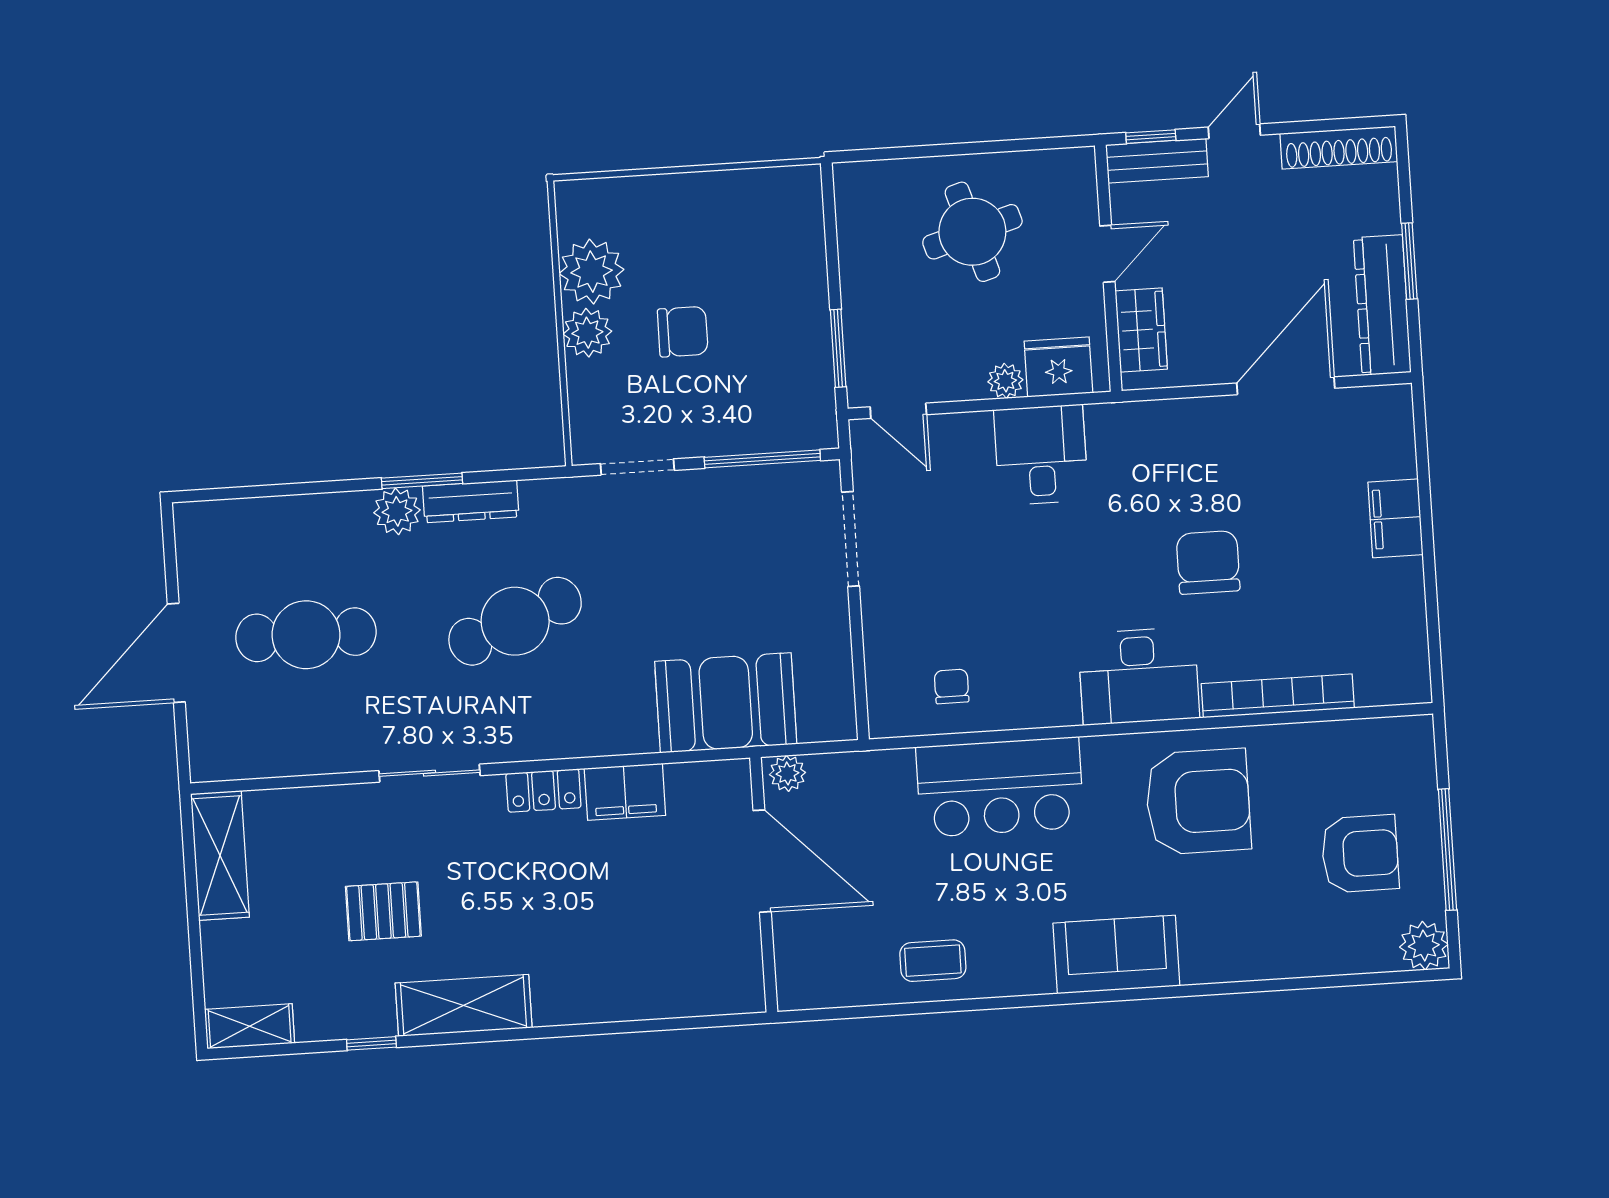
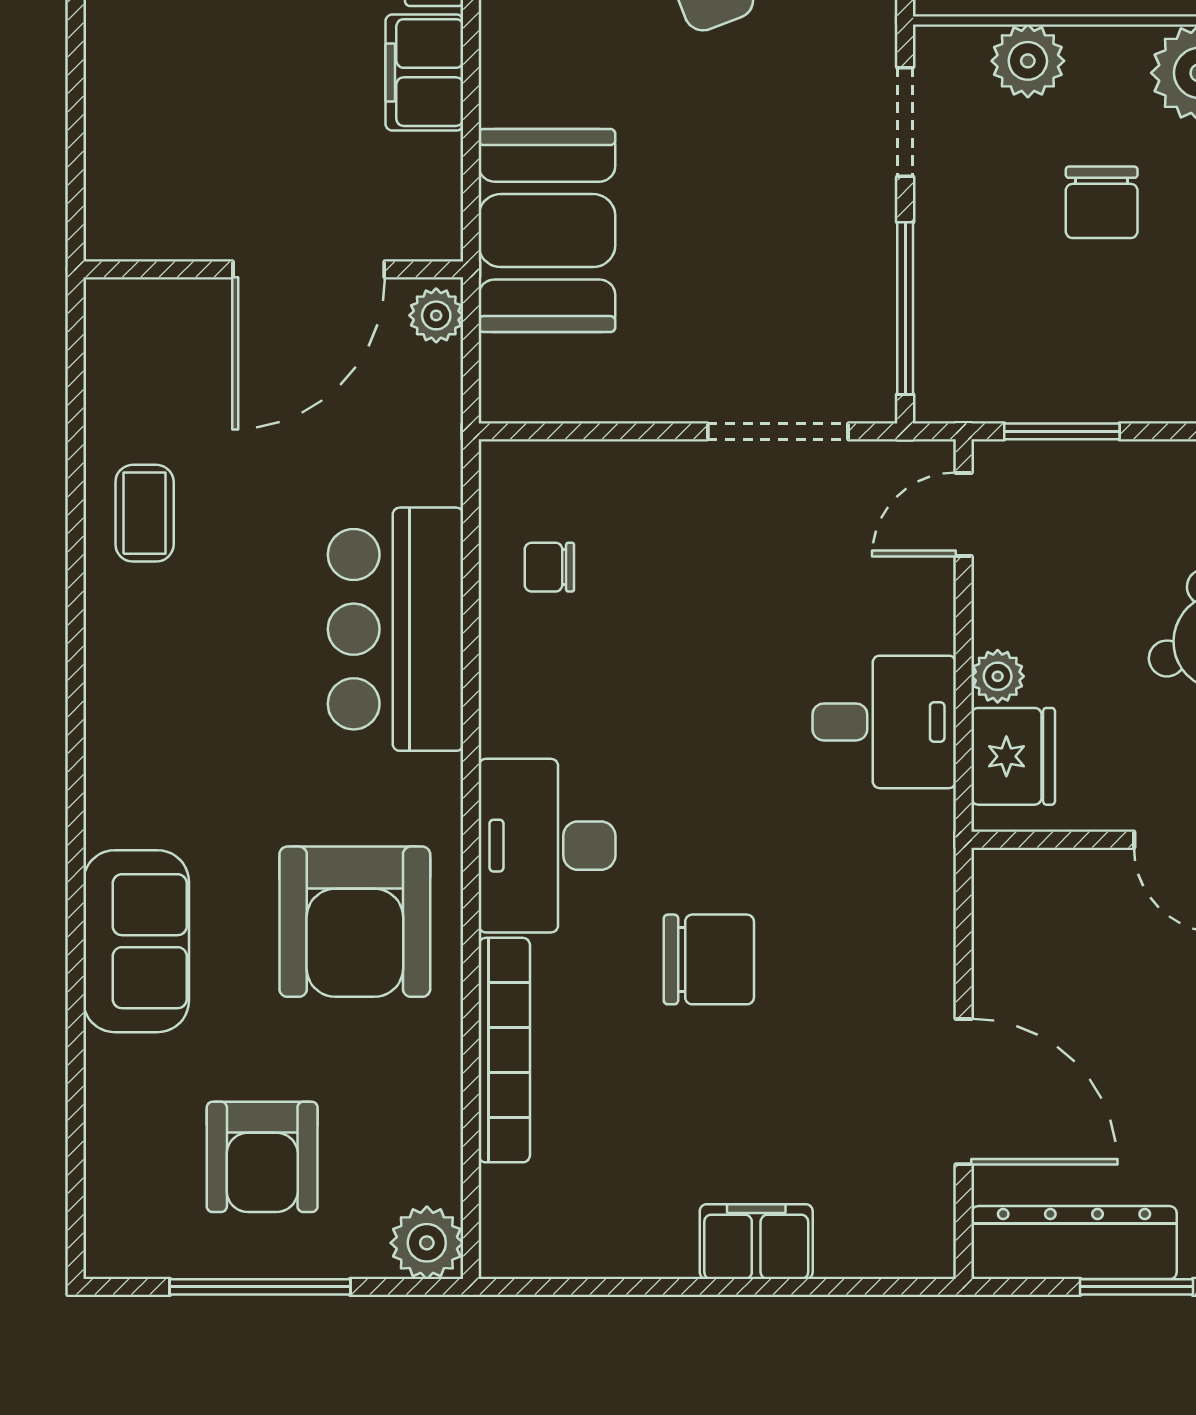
wardrobe: (1141, 330) -> (1060, 883), removed
plant: (587, 333) -> (1028, 61), moved
chair: (952, 686) -> (549, 567), turned 180
plant: (1424, 946) -> (427, 1243), moved
sofa: (1116, 954) -> (136, 941), moved

